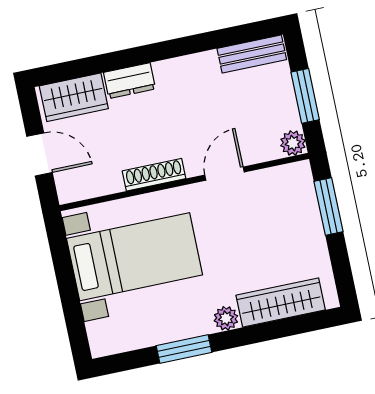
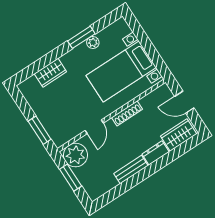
bench: (252, 54) -> (131, 170), moved
plant: (293, 143) -> (75, 155), width x1.88, depth x1.88
wardrobe: (281, 303) -> (50, 73), width x0.67
plant: (226, 318) -> (93, 43), moved

